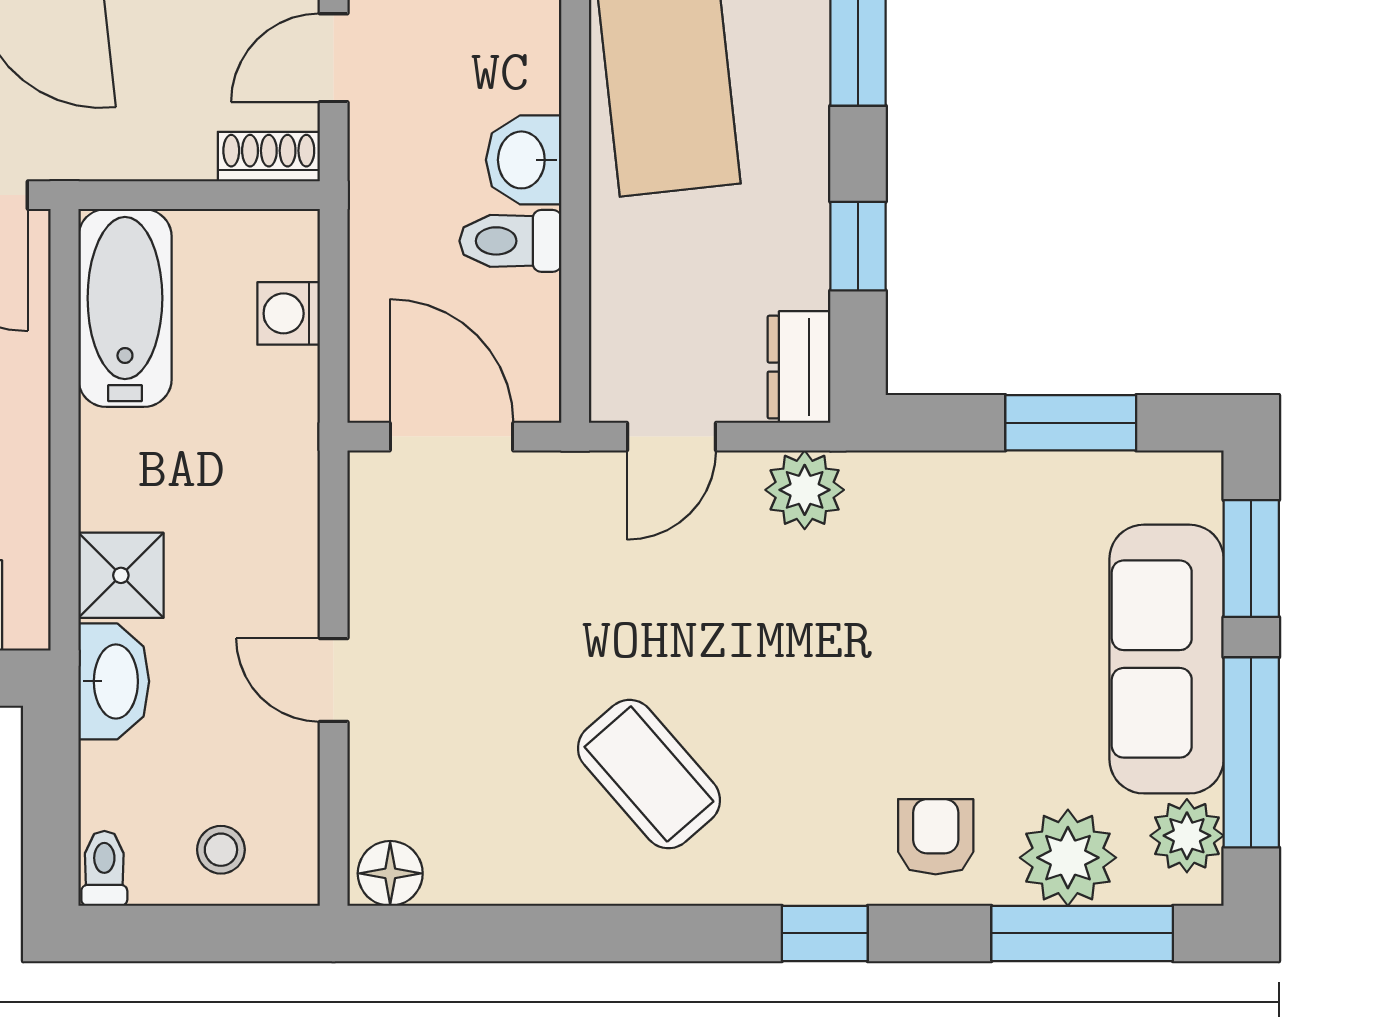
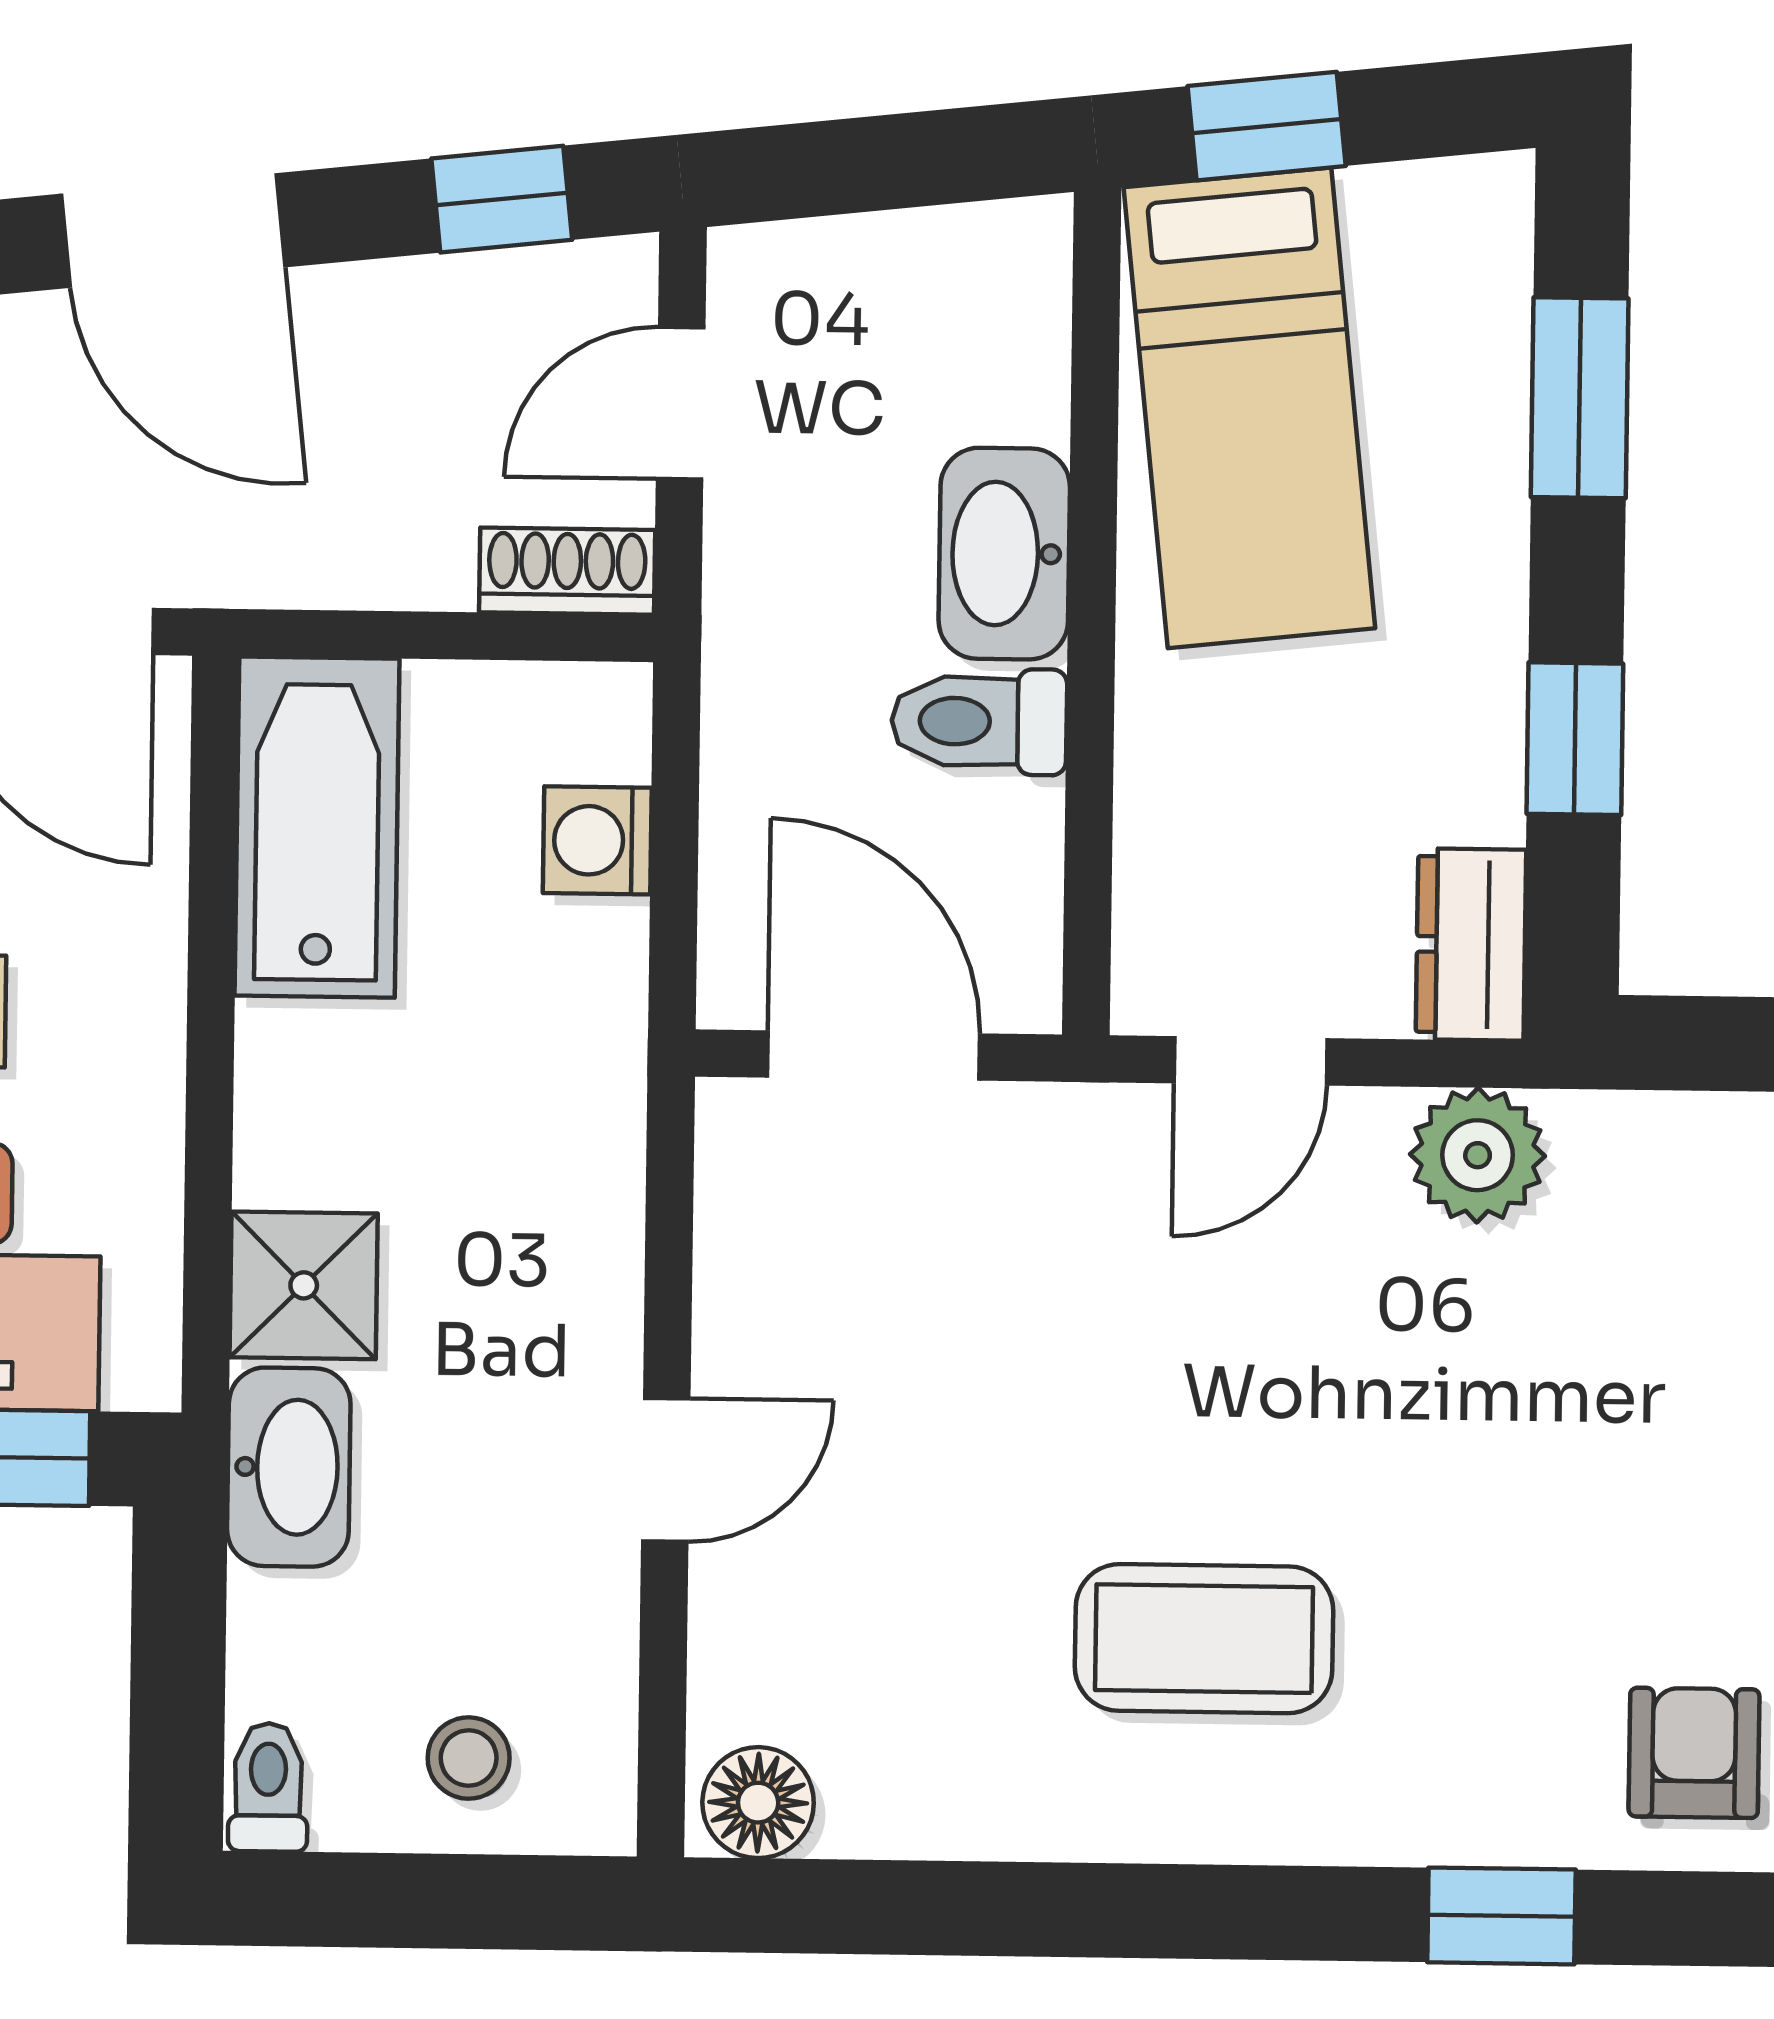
washbasin: (524, 160) -> (1004, 554), width x1.38
door: (334, 680) -> (666, 1470), swing flipped
coffee table: (649, 774) -> (1204, 1639), turned -49

